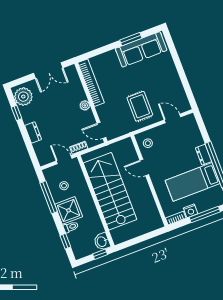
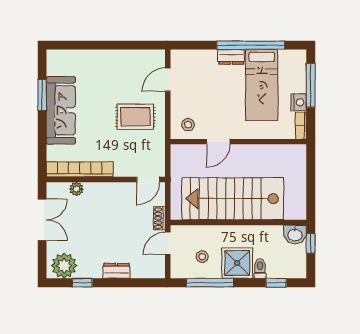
sofa: (141, 49) -> (61, 110), moved
plant: (85, 105) -> (76, 189), moved

